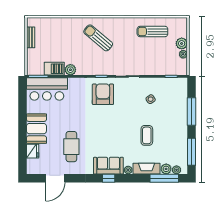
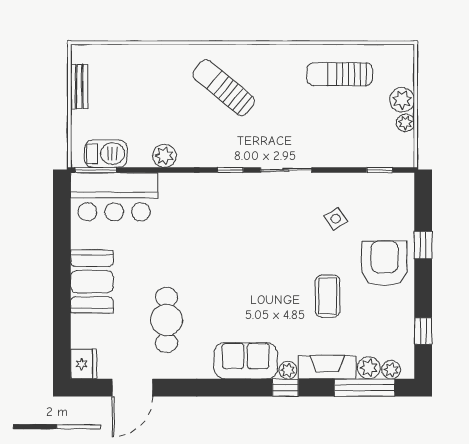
barbecue: (54, 69) -> (106, 154), moved
armchair: (103, 94) -> (384, 263), moved
window: (191, 112) -> (423, 245), width x0.46
fridge: (33, 151) -> (84, 364), moved
window: (191, 152) -> (423, 331), width x0.46
window: (109, 178) -> (285, 388), moved

